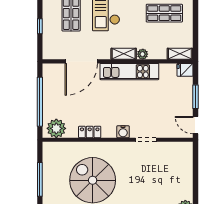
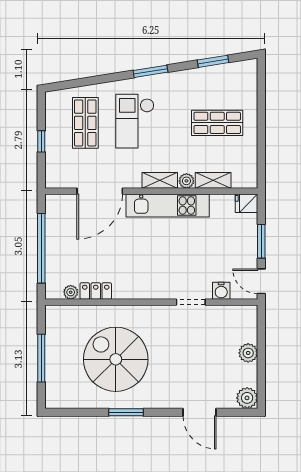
shelving: (180, 54) -> (213, 180), moved
plant: (56, 128) -> (71, 292), width x0.53, depth x0.53
locker: (90, 132) -> (96, 291), moved
water cooler: (123, 132) -> (221, 291), moved
plant: (186, 176) -> (248, 353), added

